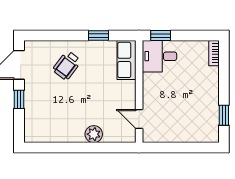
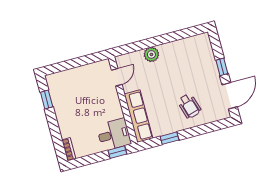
row of seats: (126, 60) -> (138, 116), width x1.48
wheelchair: (67, 65) -> (189, 106), turned 126
door: (139, 119) -> (117, 77), hinge flipped

